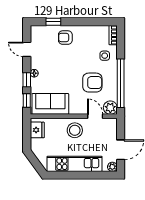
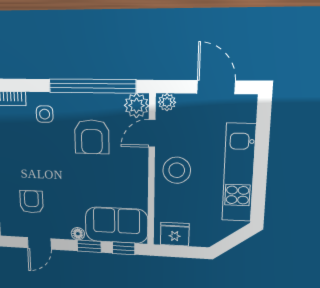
armchair: (65, 38) -> (31, 202), moved, turned 180
armchair: (92, 83) -> (92, 137), turned 180
sofa: (50, 104) -> (116, 225), moved, turned 90
plant: (112, 167) -> (167, 102), moved

